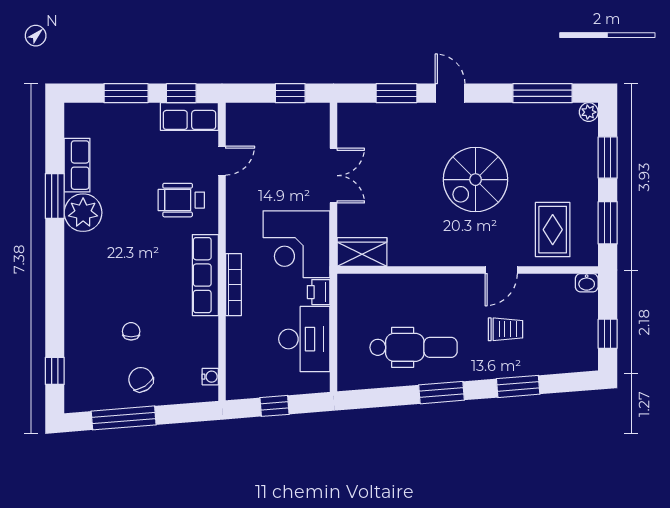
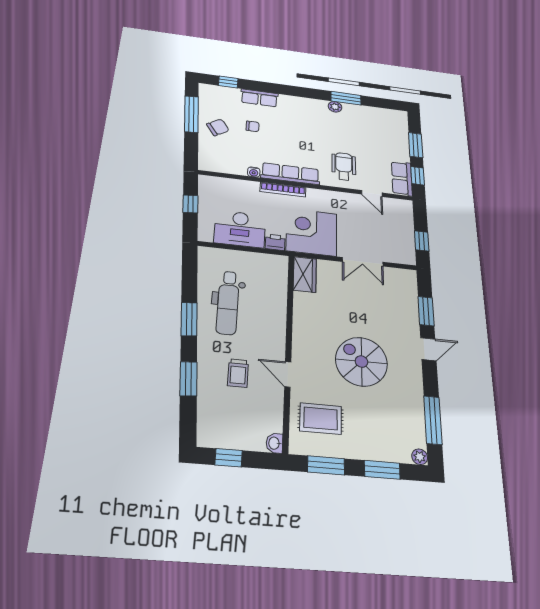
row of seats: (77, 165) -> (259, 98), moved
plant: (83, 213) -> (335, 107), width x0.53, depth x0.53
water cooler: (210, 377) -> (254, 172), moved

